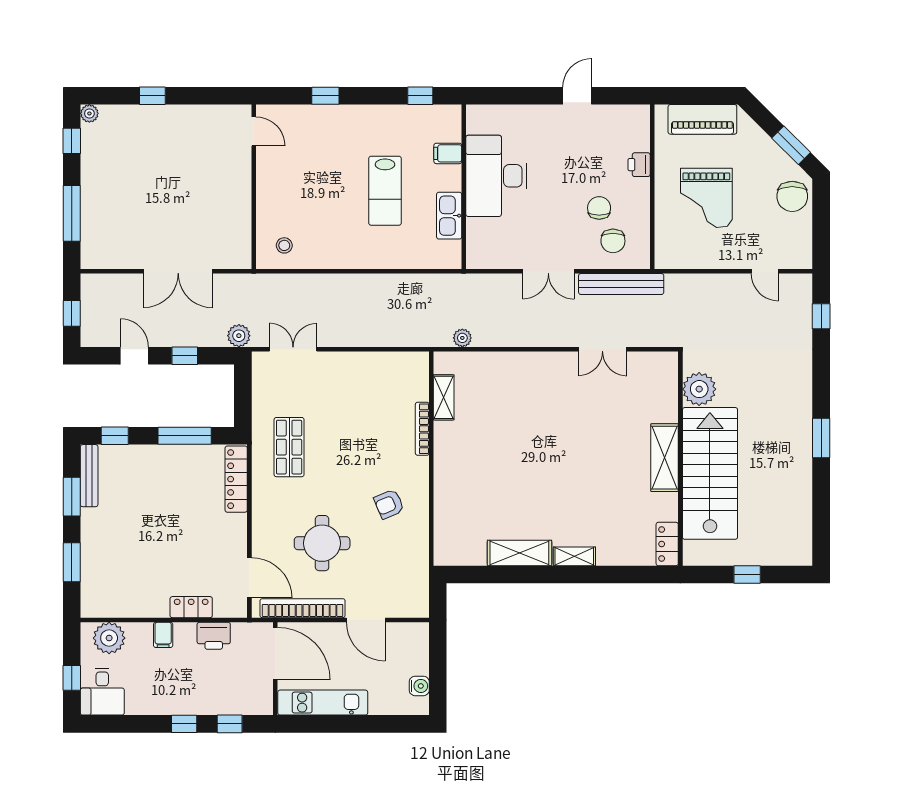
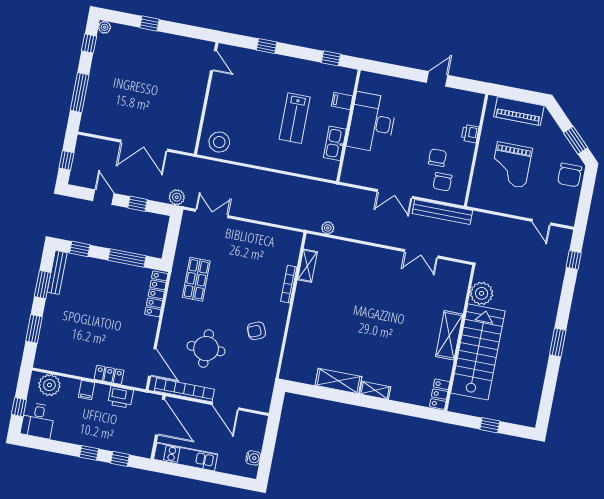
stool: (284, 245) -> (219, 142), width x1.89, depth x1.89

